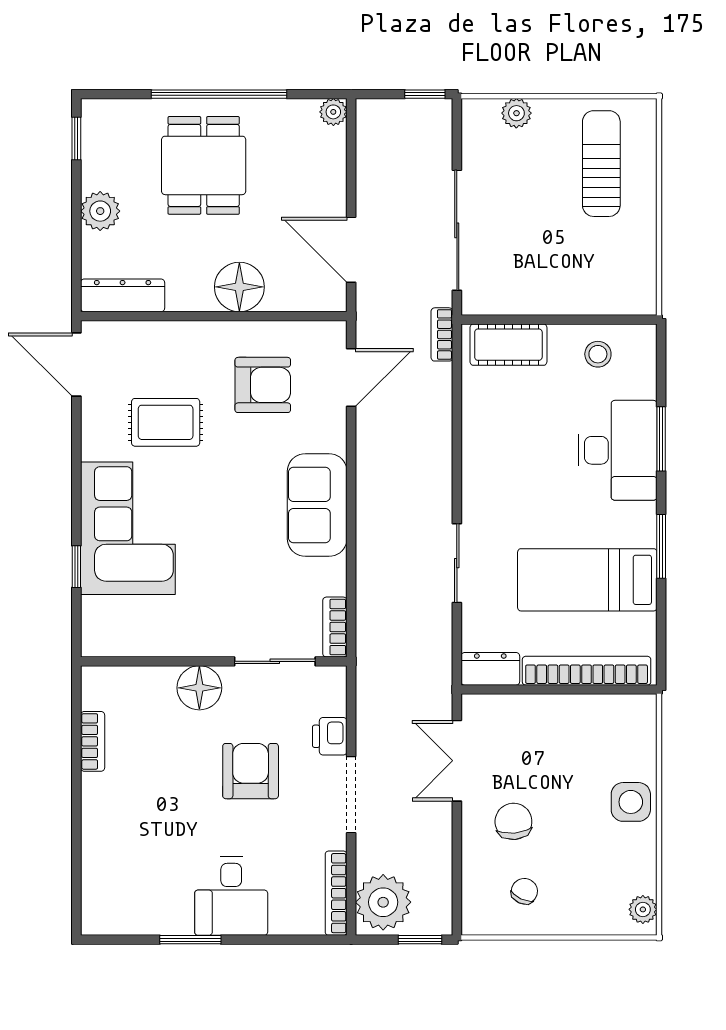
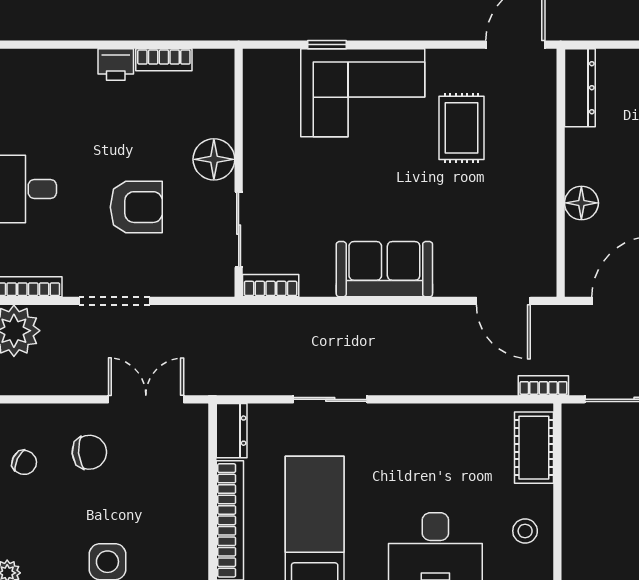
floor lamp: (239, 287) -> (581, 203), width x0.73, depth x0.73
armchair: (263, 385) -> (496, 218), removed
printer: (330, 736) -> (116, 65), moved, turned 180

